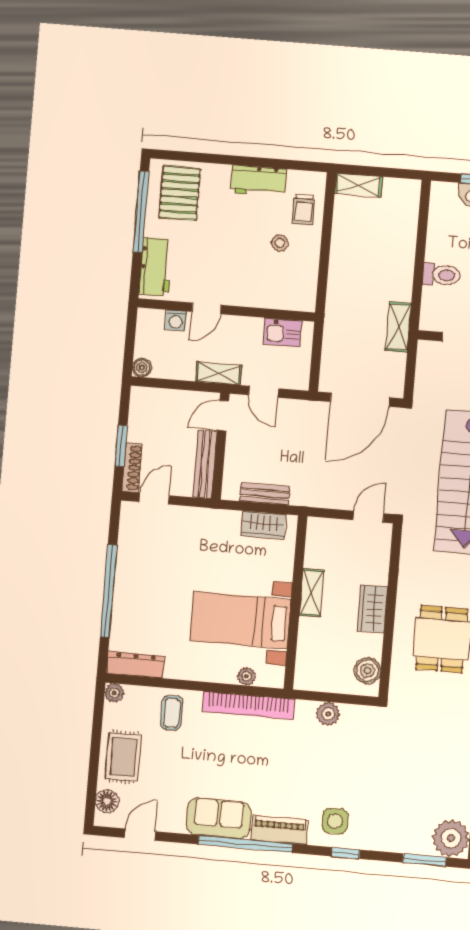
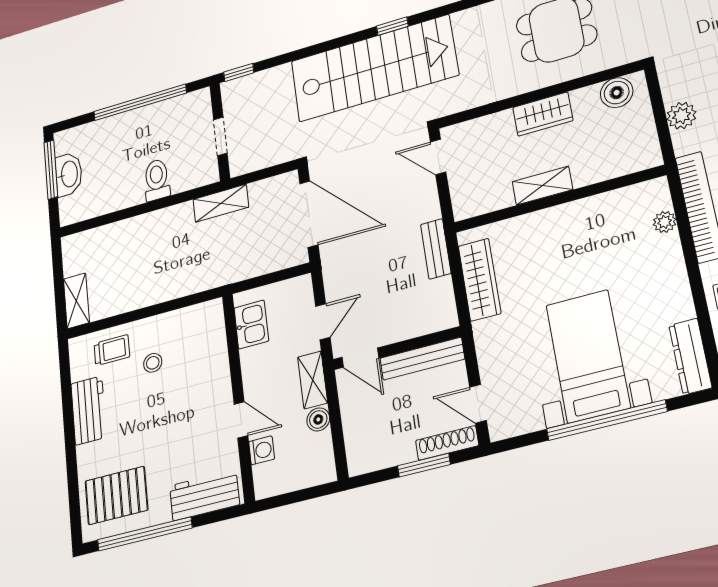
boiler: (142, 368) -> (318, 419), moved
bench: (265, 494) -> (436, 249), moved
wardrobe: (263, 525) -> (480, 280), width x1.50
bed with nightstands: (240, 620) -> (588, 356), moved, turned 180

